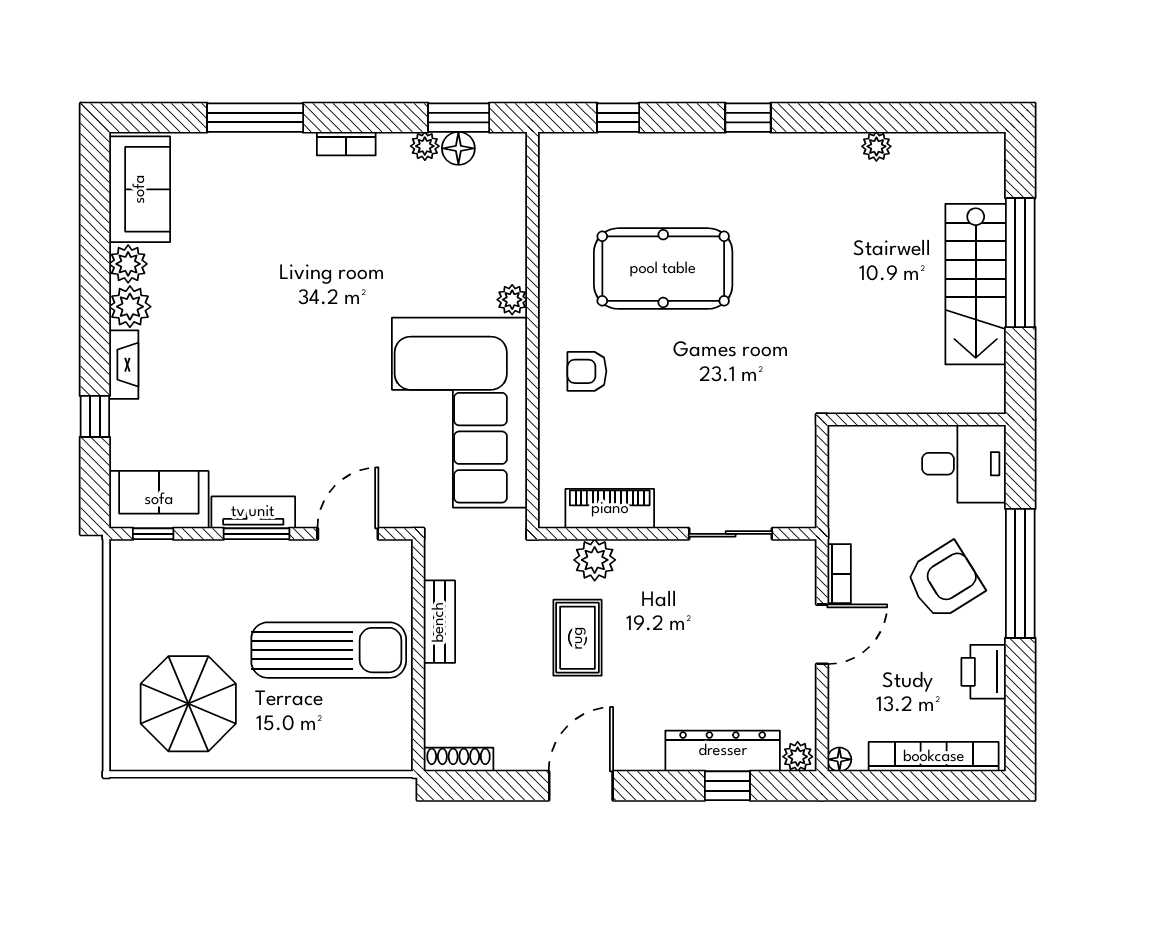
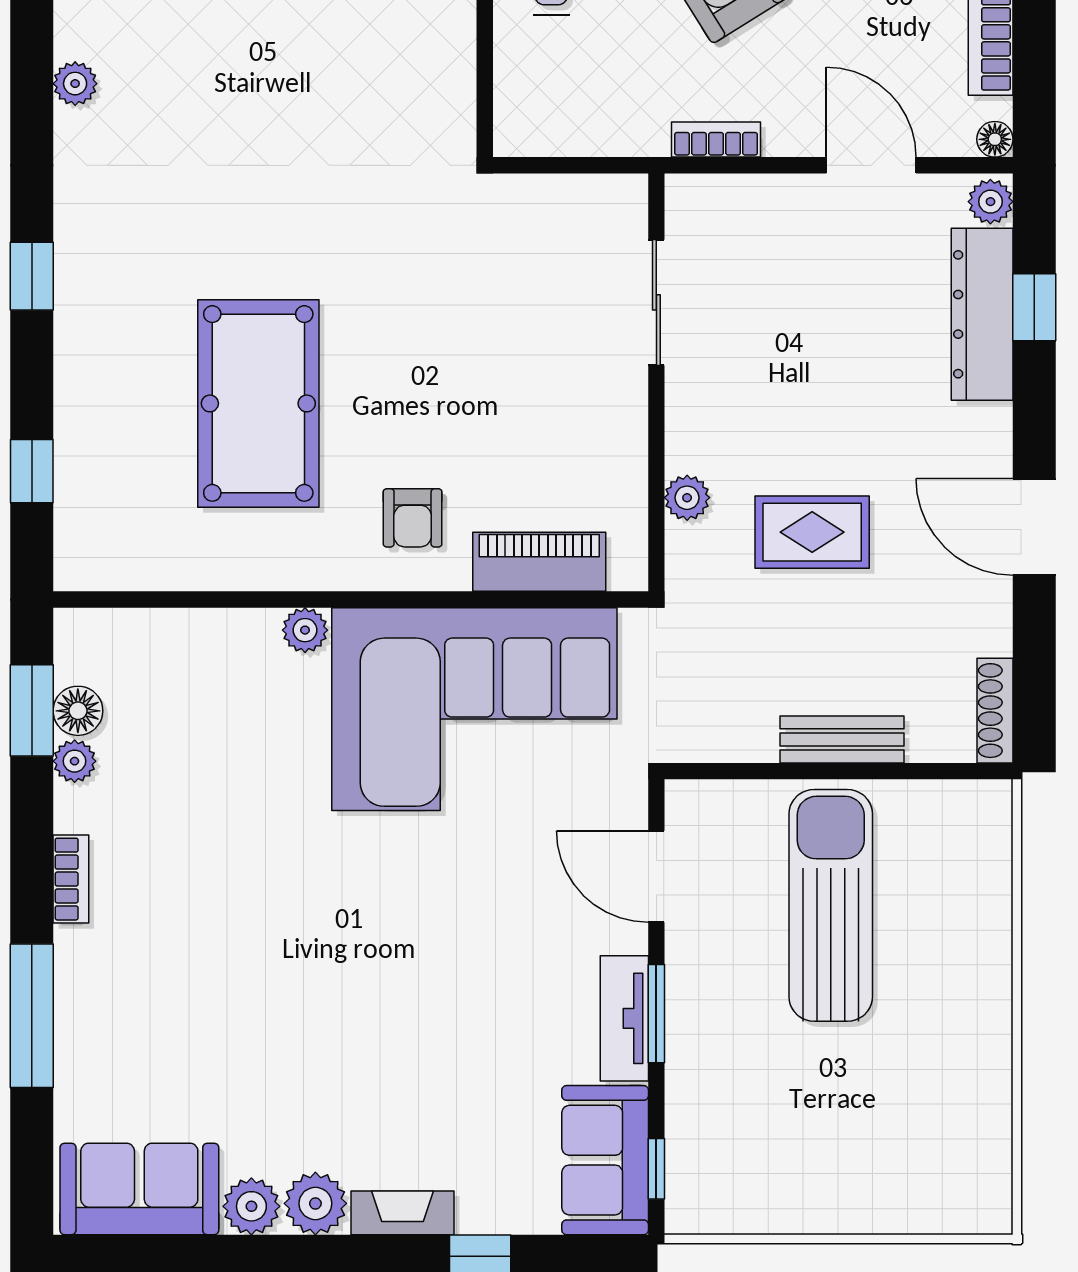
piano: (610, 509) -> (539, 562), moved, turned 90
plant: (595, 560) -> (687, 498), width x0.73, depth x0.73
bench: (439, 622) -> (842, 739), moved
door: (822, 634) -> (871, 165), moved
parasol: (188, 704) -> (911, 1116), removed

